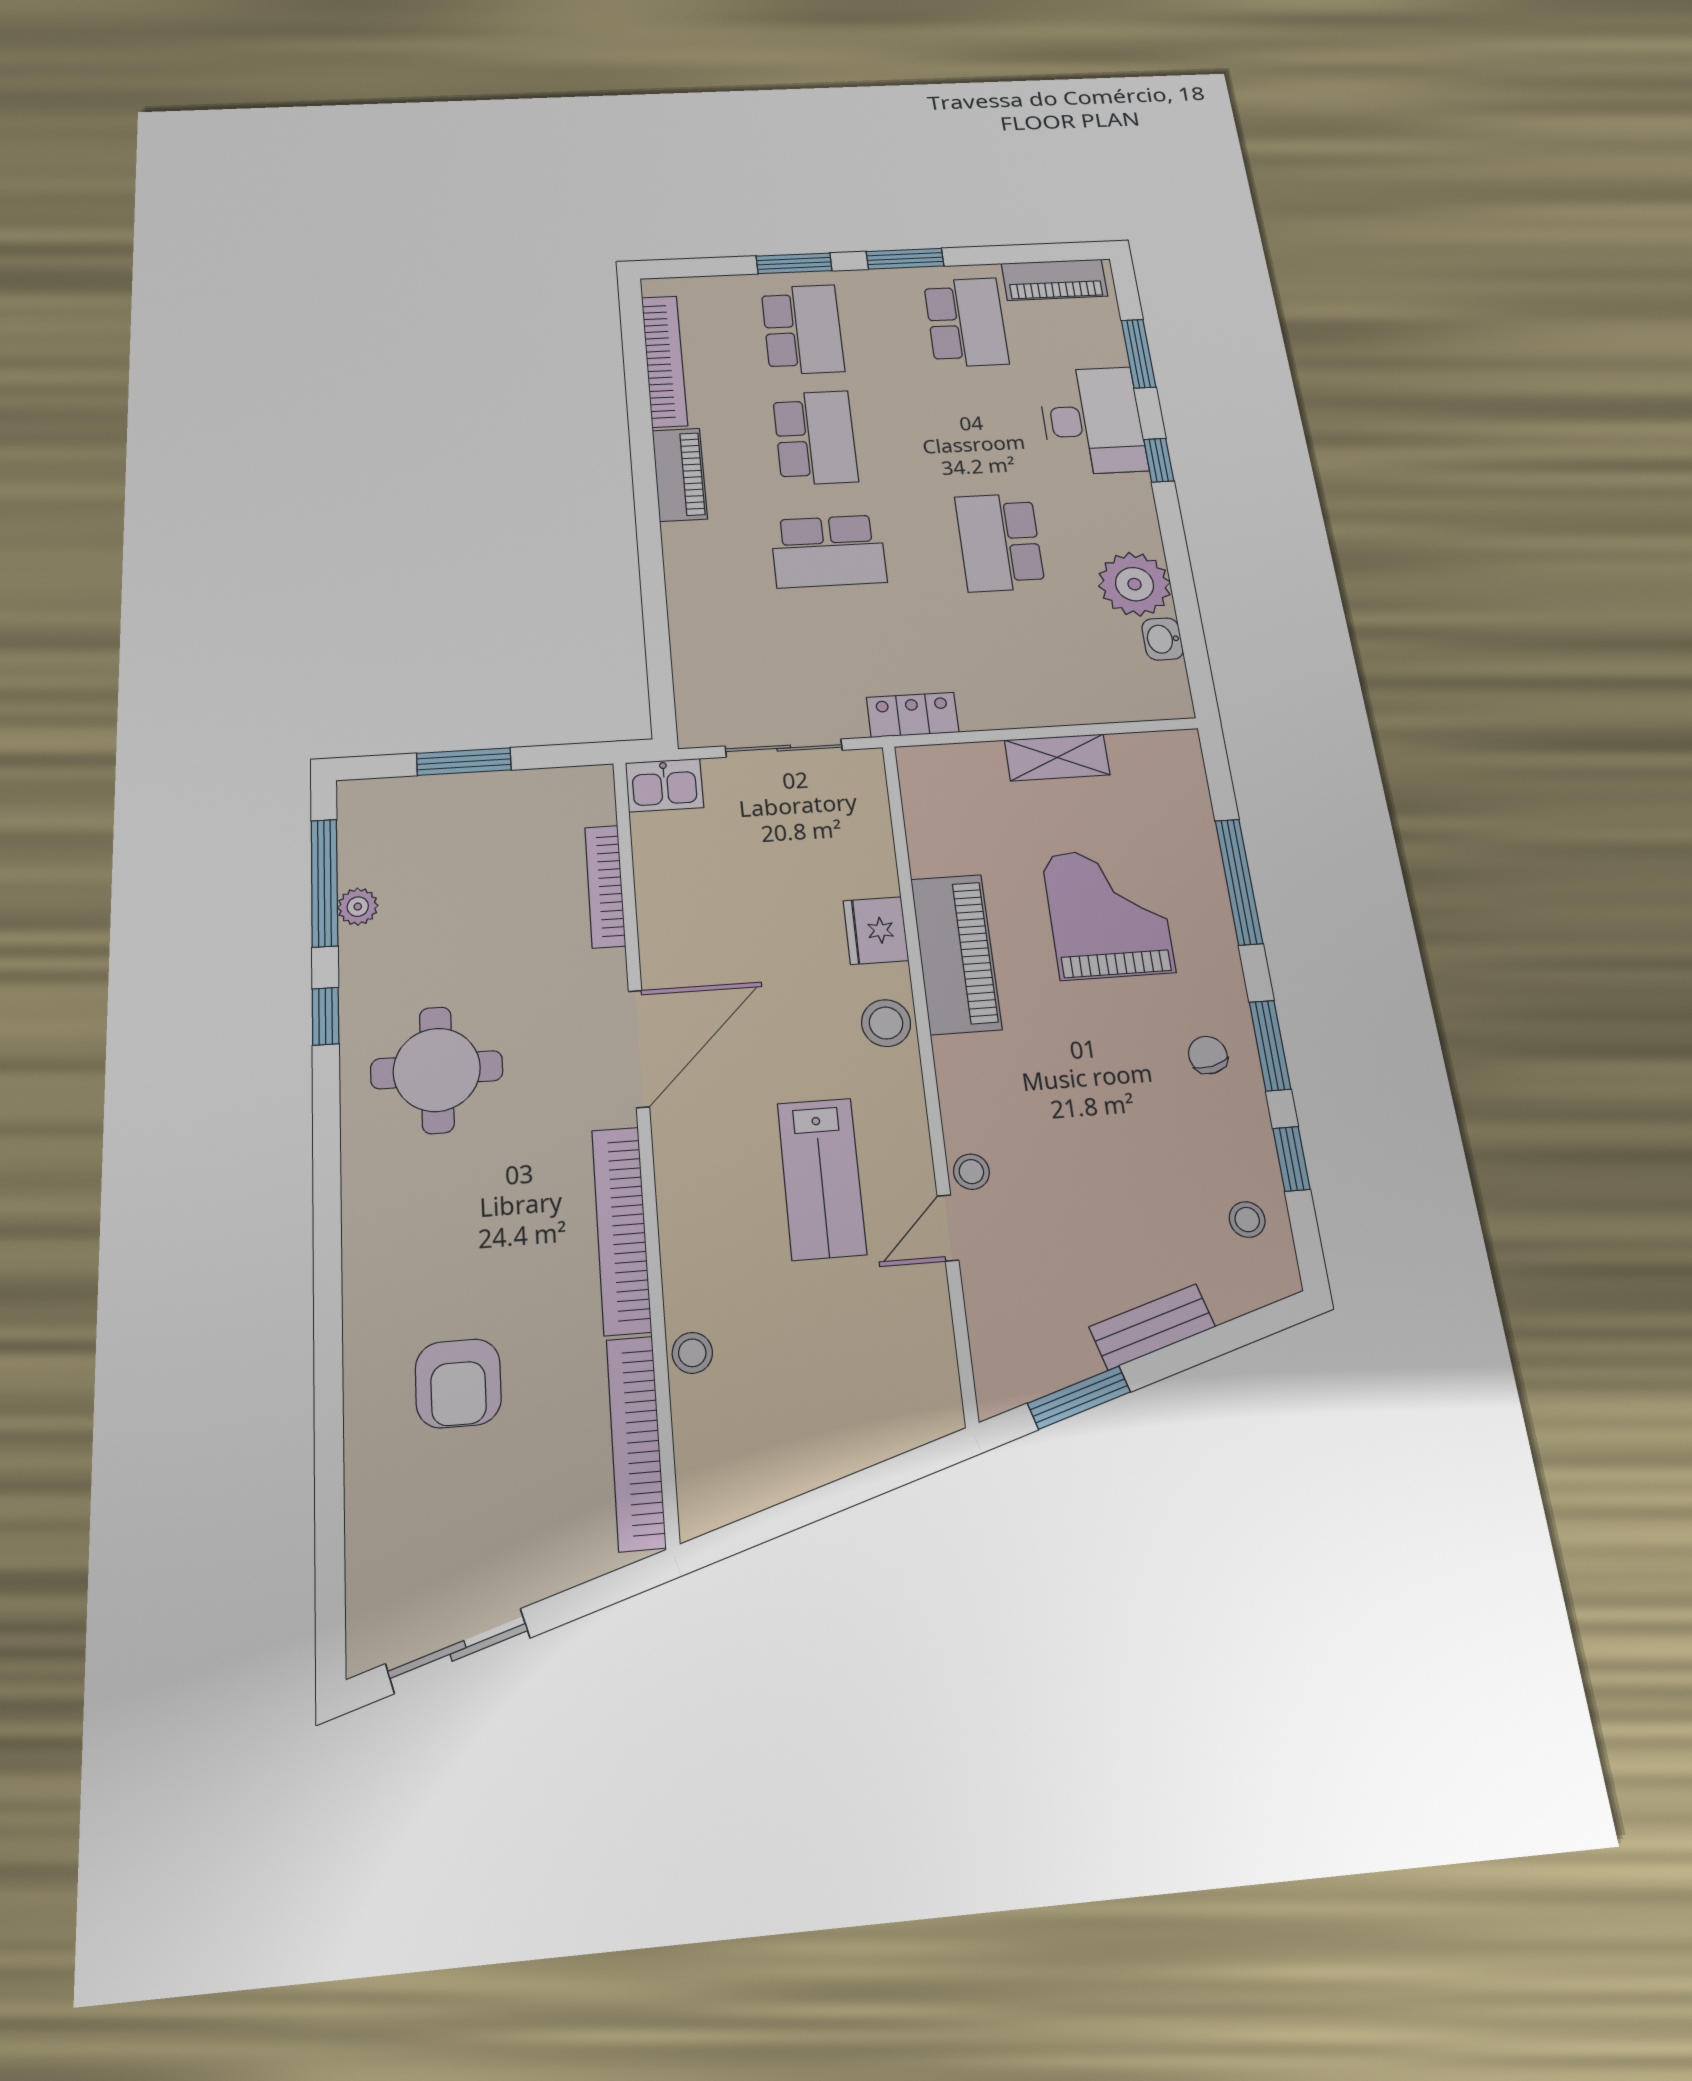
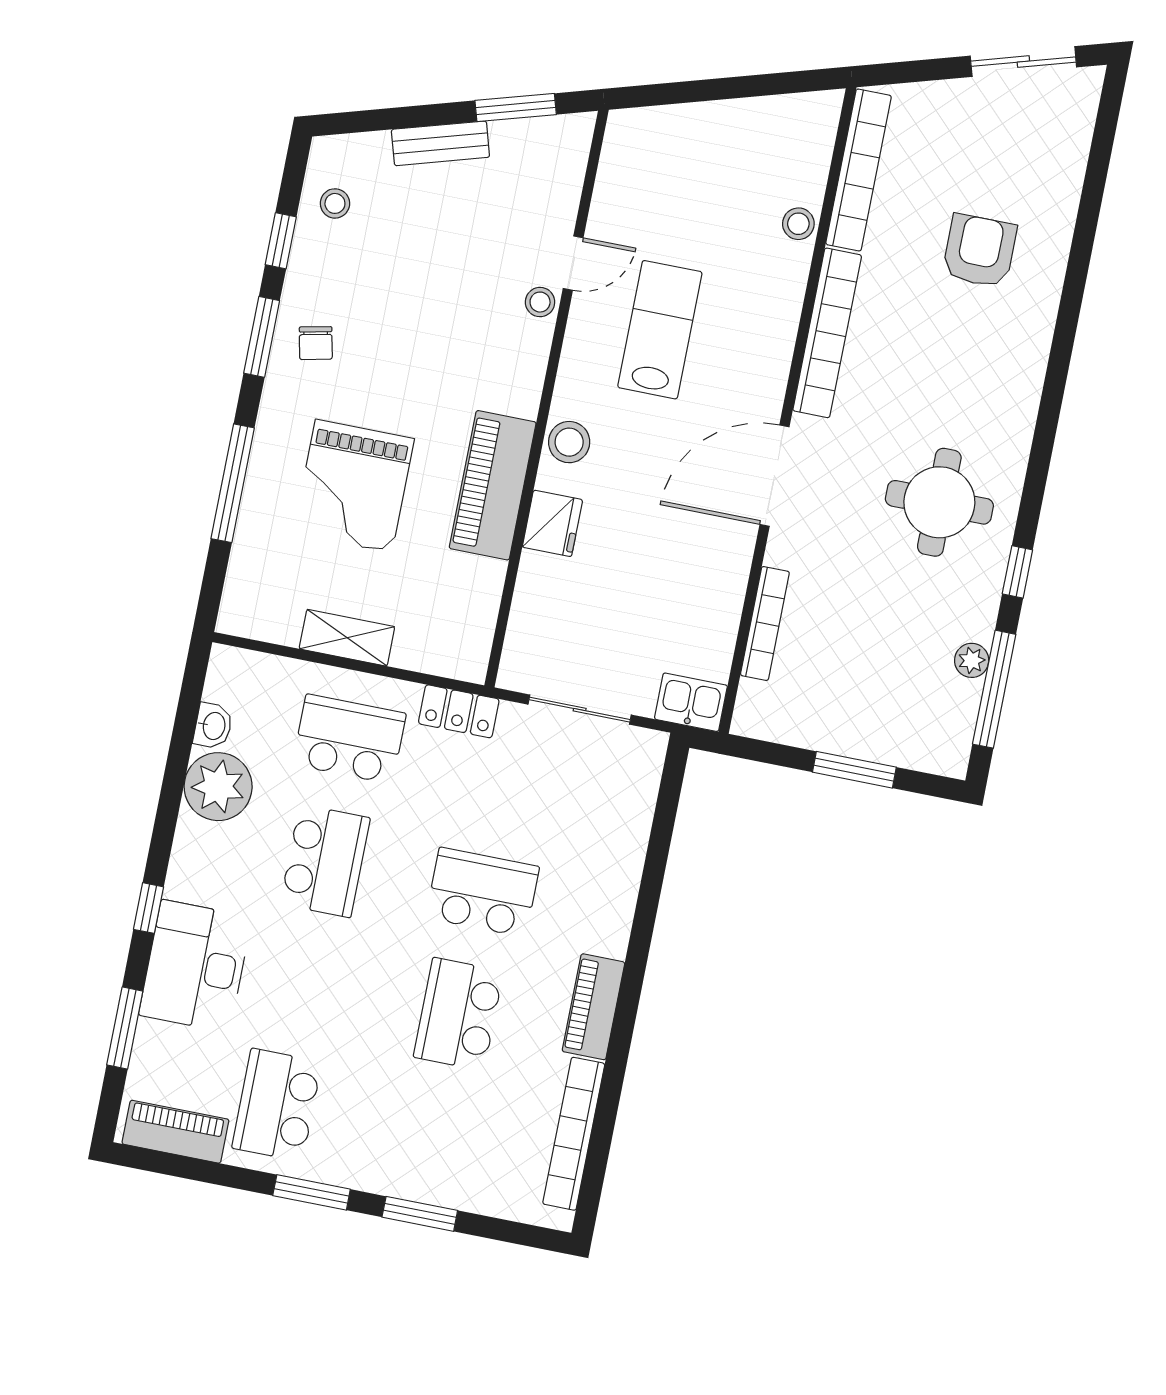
school desk: (803, 330) -> (349, 739), moved, turned 90

